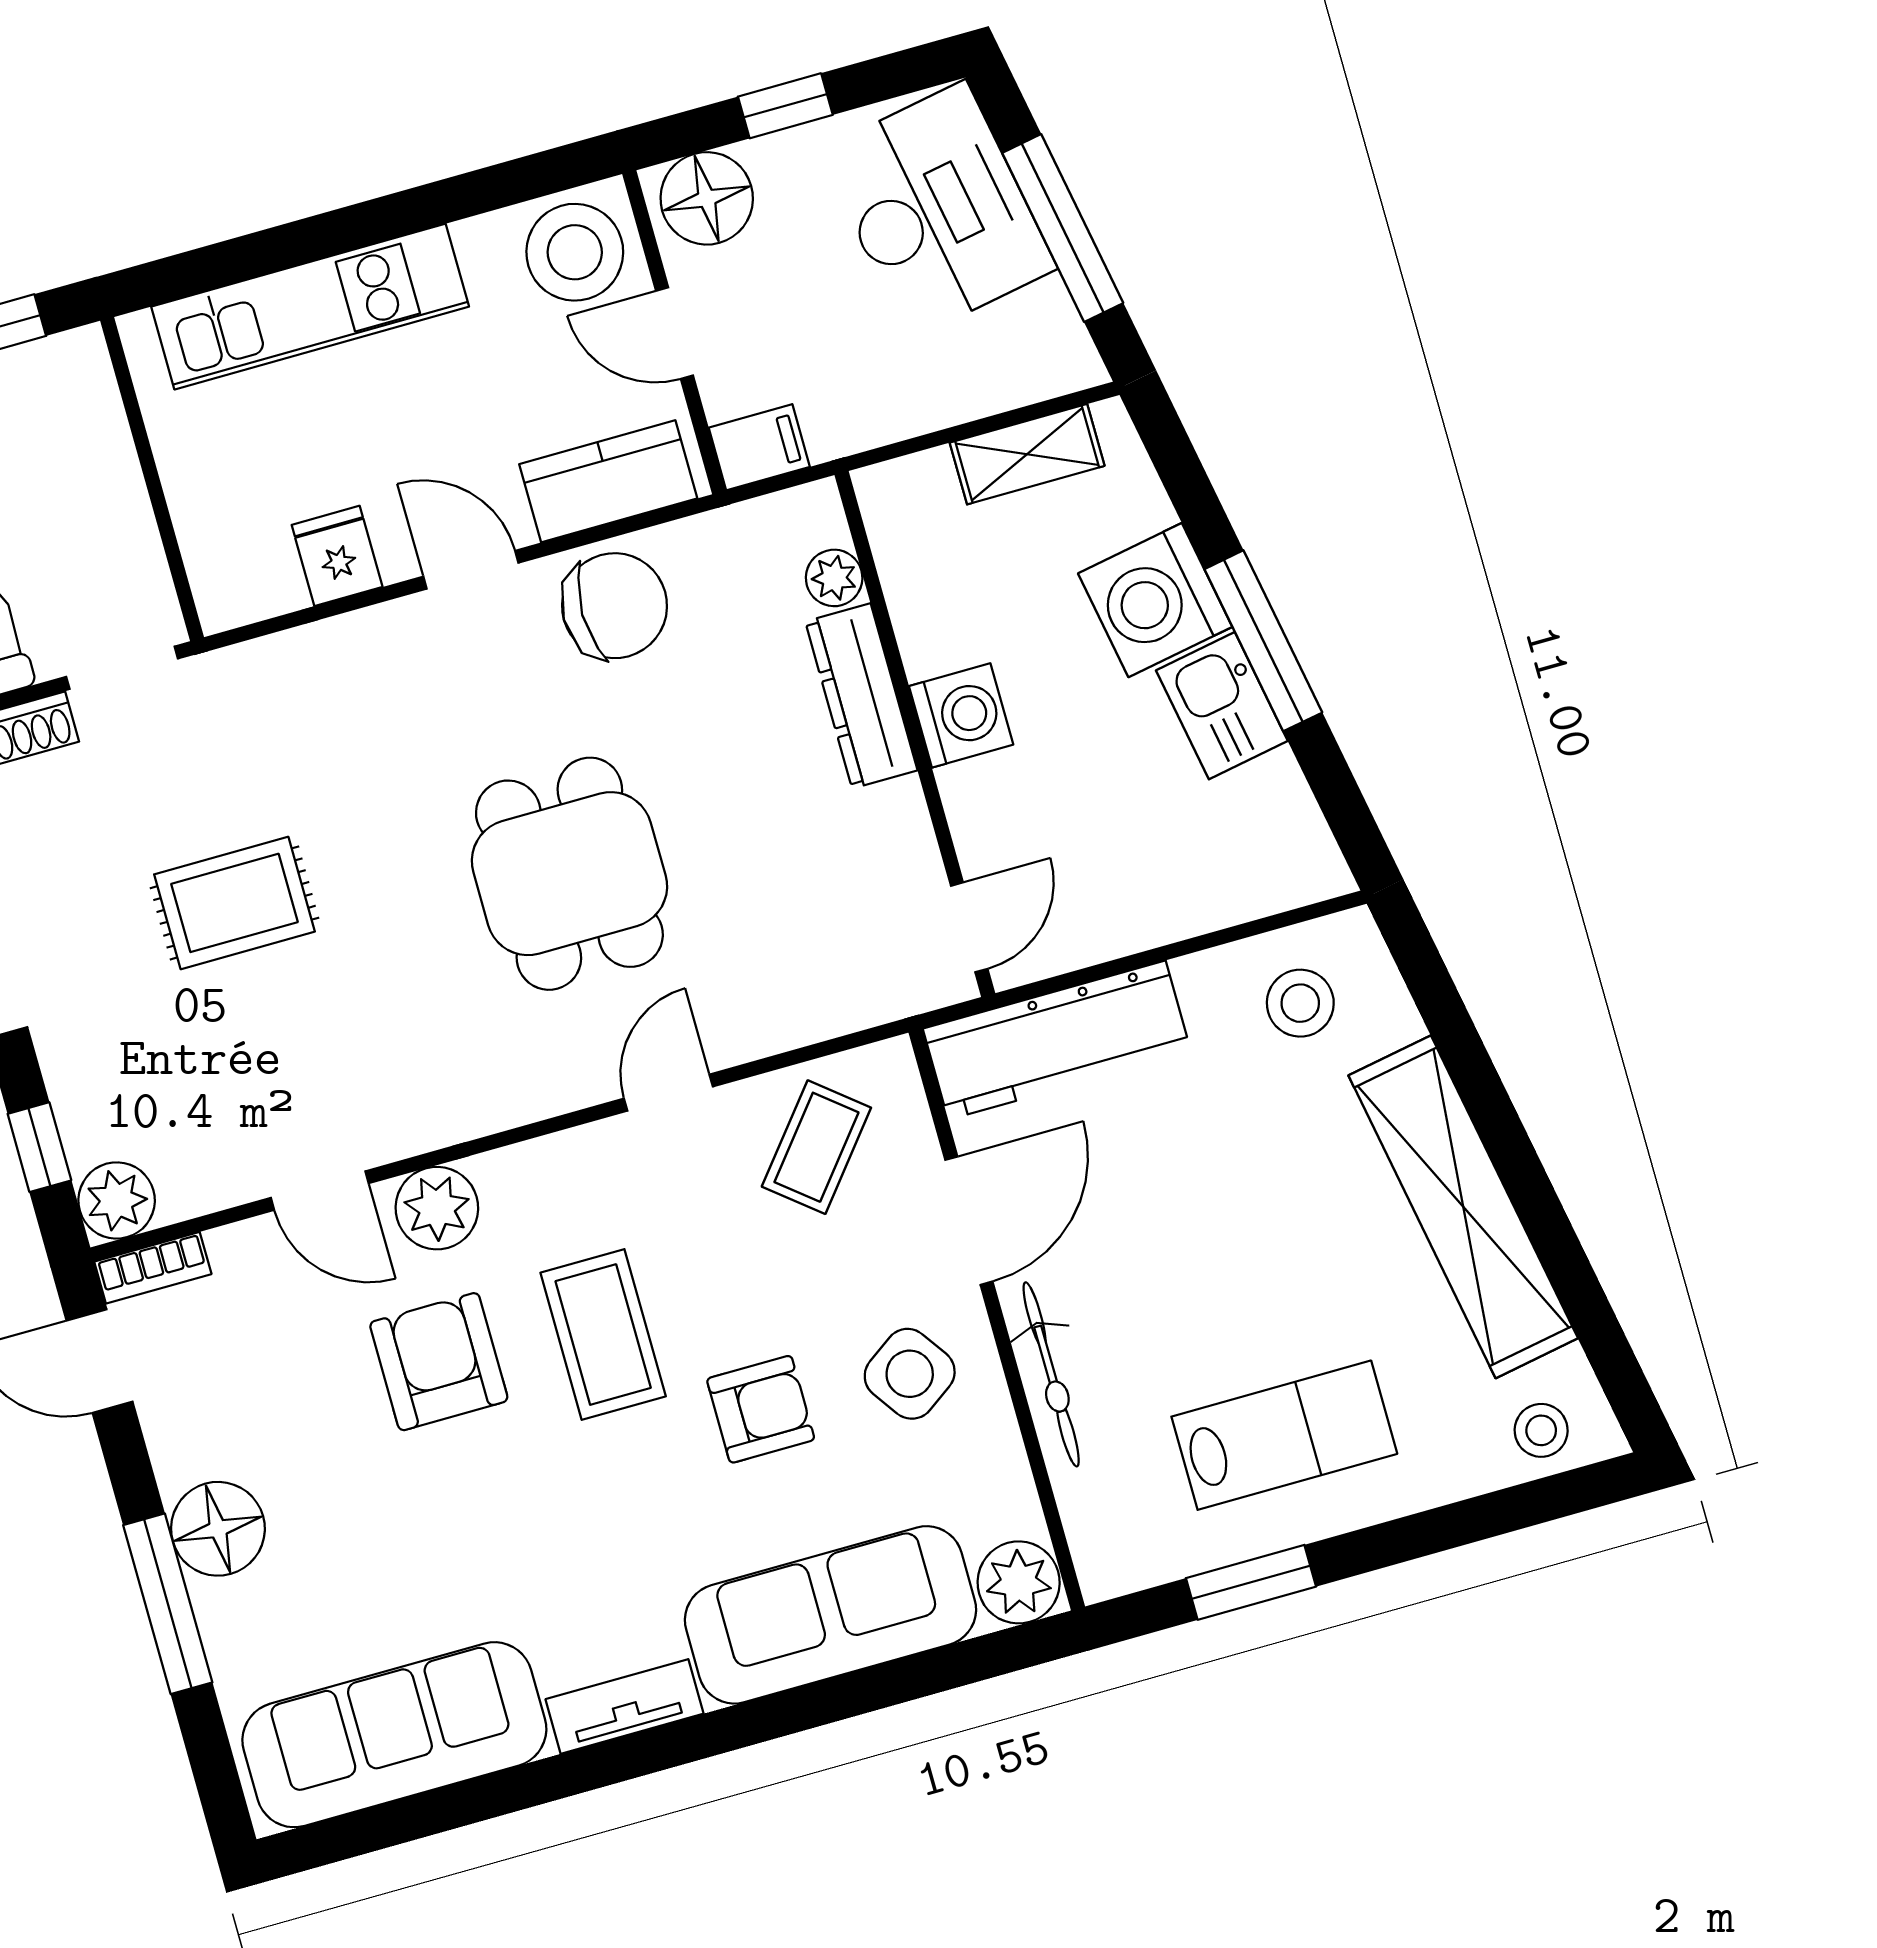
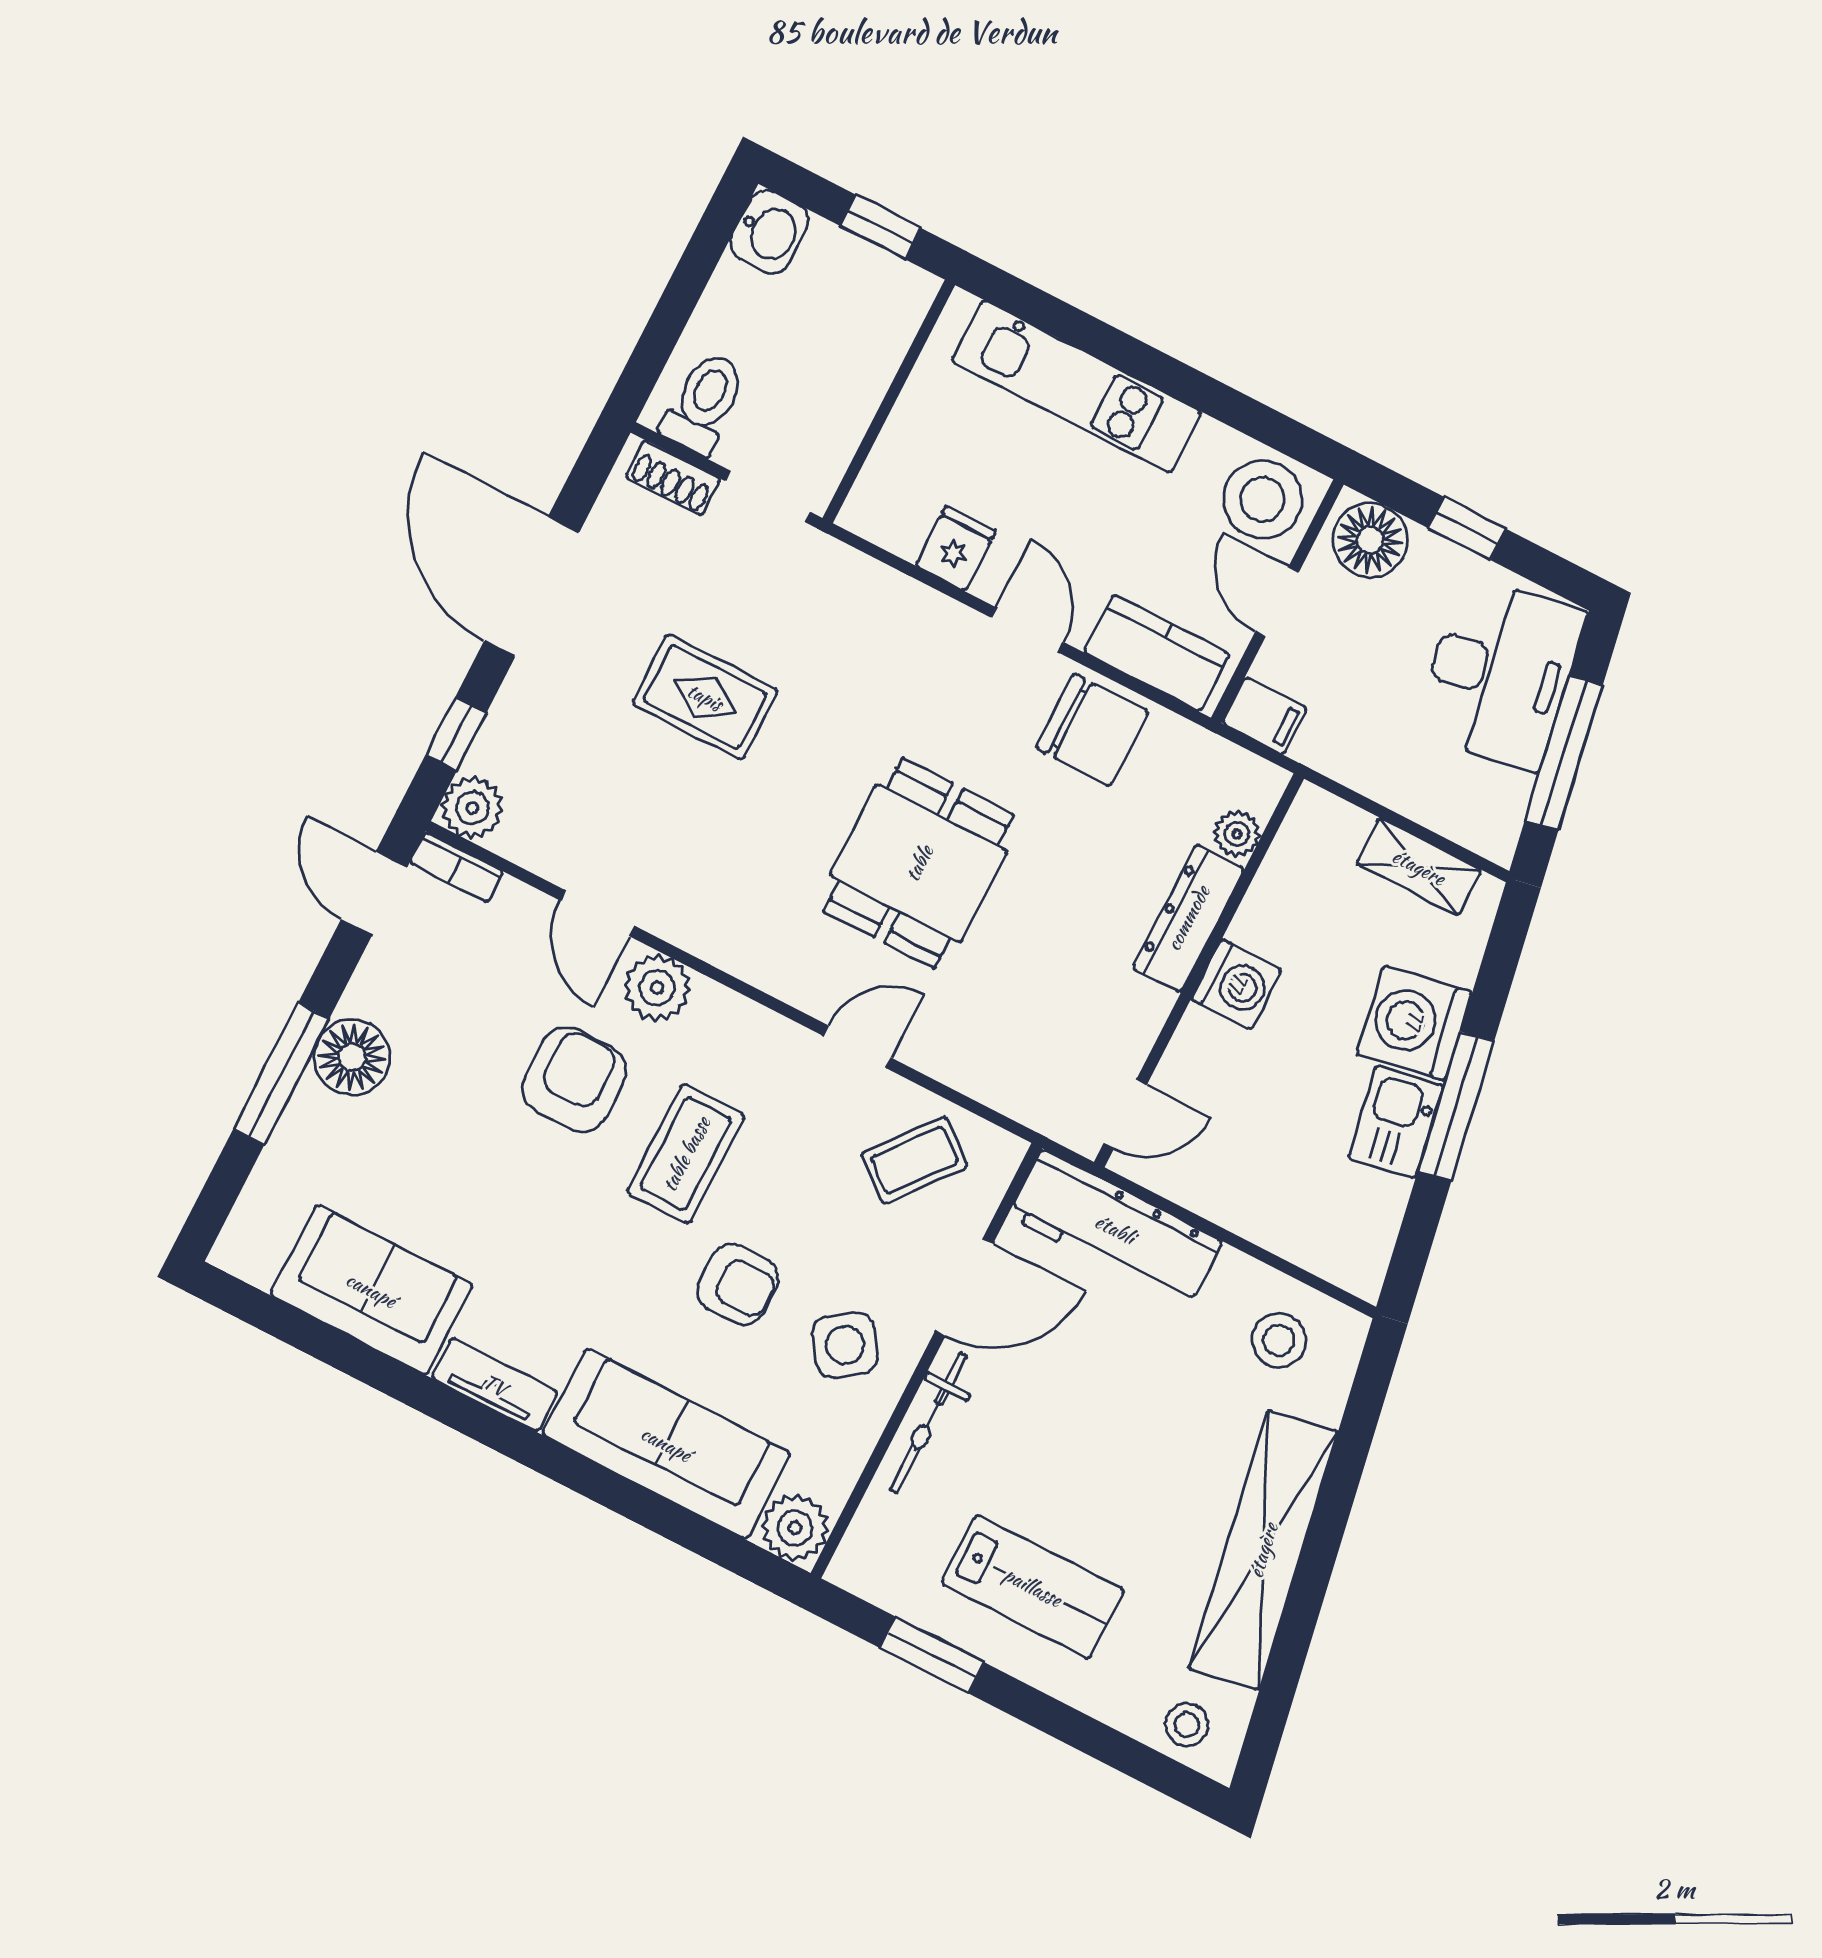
sofa: (394, 1735) -> (371, 1290), width x0.73

